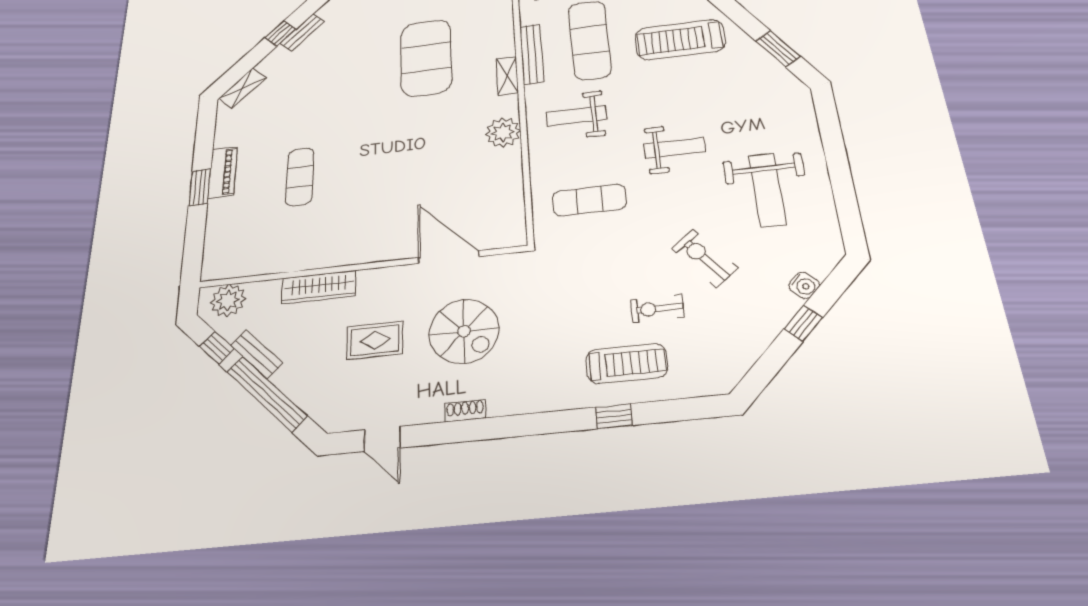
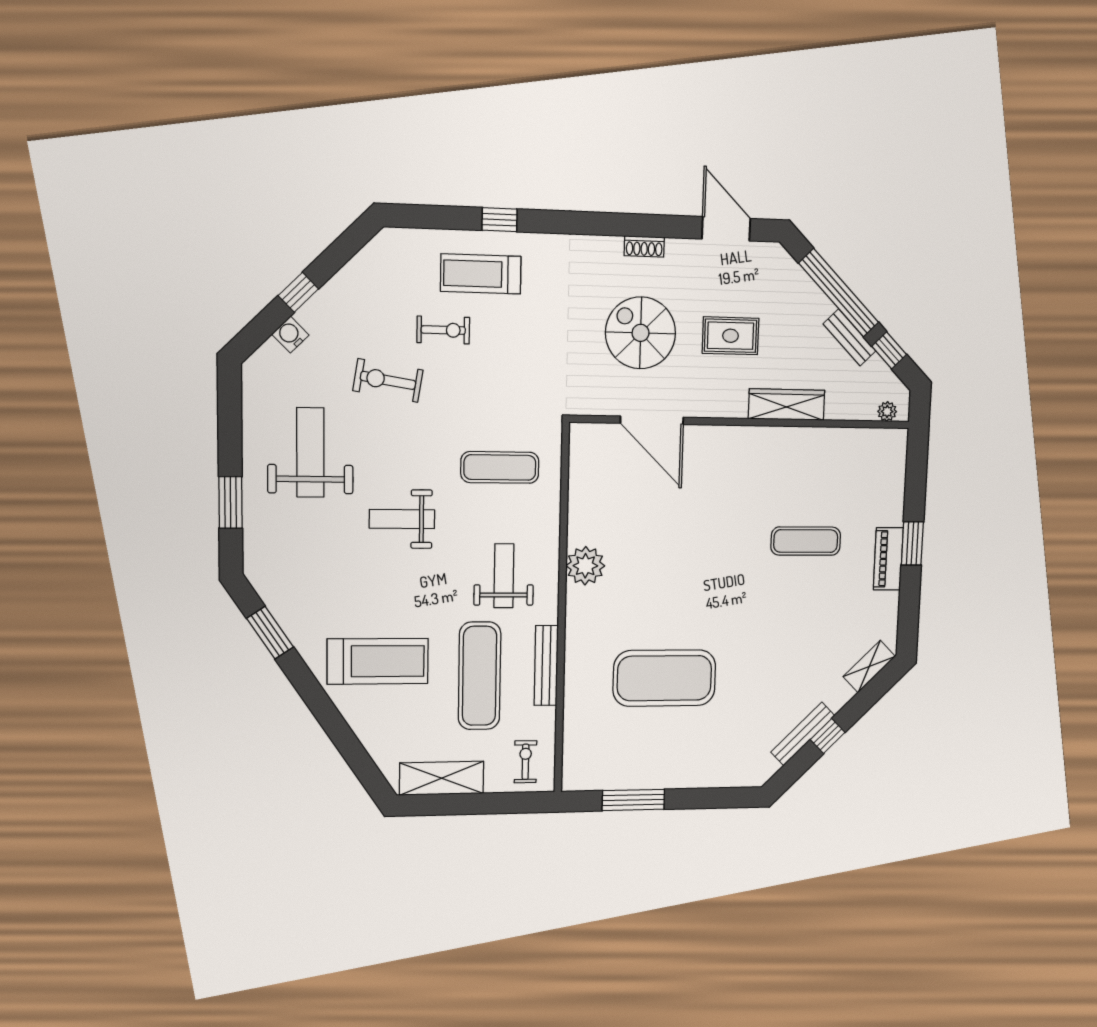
bench: (302, 32) -> (803, 734), width x1.36
exercise mat: (426, 58) -> (664, 678), turned 90
shelving: (507, 76) -> (576, 640), removed
weight bench: (576, 116) -> (504, 576), turned -90
window: (833, 141) -> (231, 502), added
exercise mat: (300, 177) -> (806, 541), turned 90
exercise bike: (704, 258) -> (388, 380), turned 137
plant: (228, 300) -> (887, 411), width x0.53, depth x0.53
door: (382, 439) -> (726, 229), width x1.38

